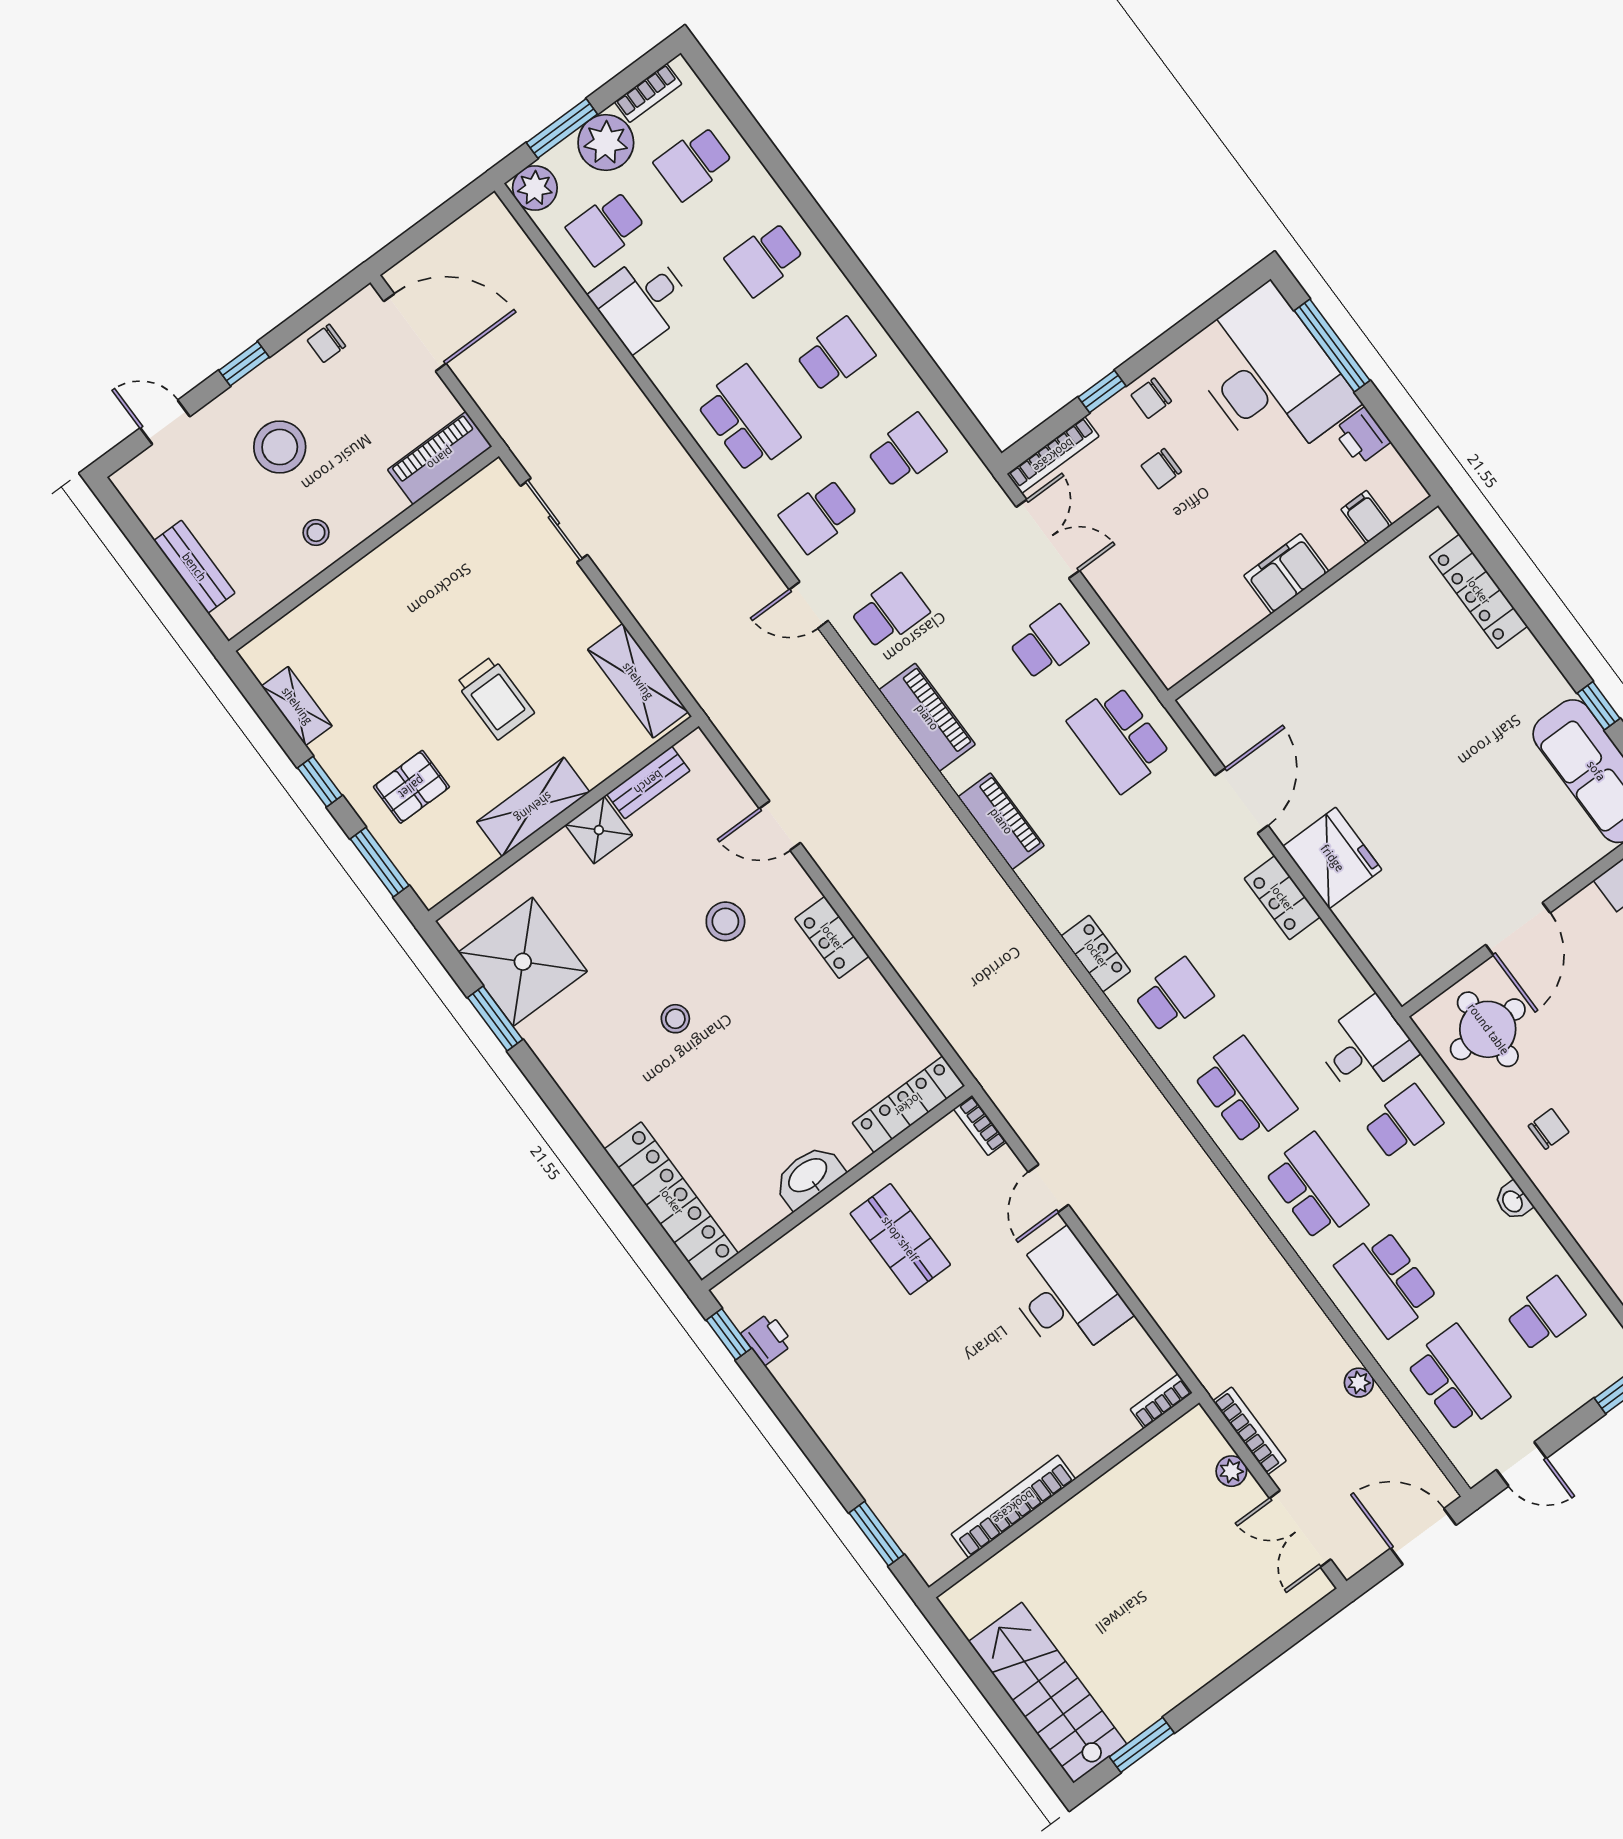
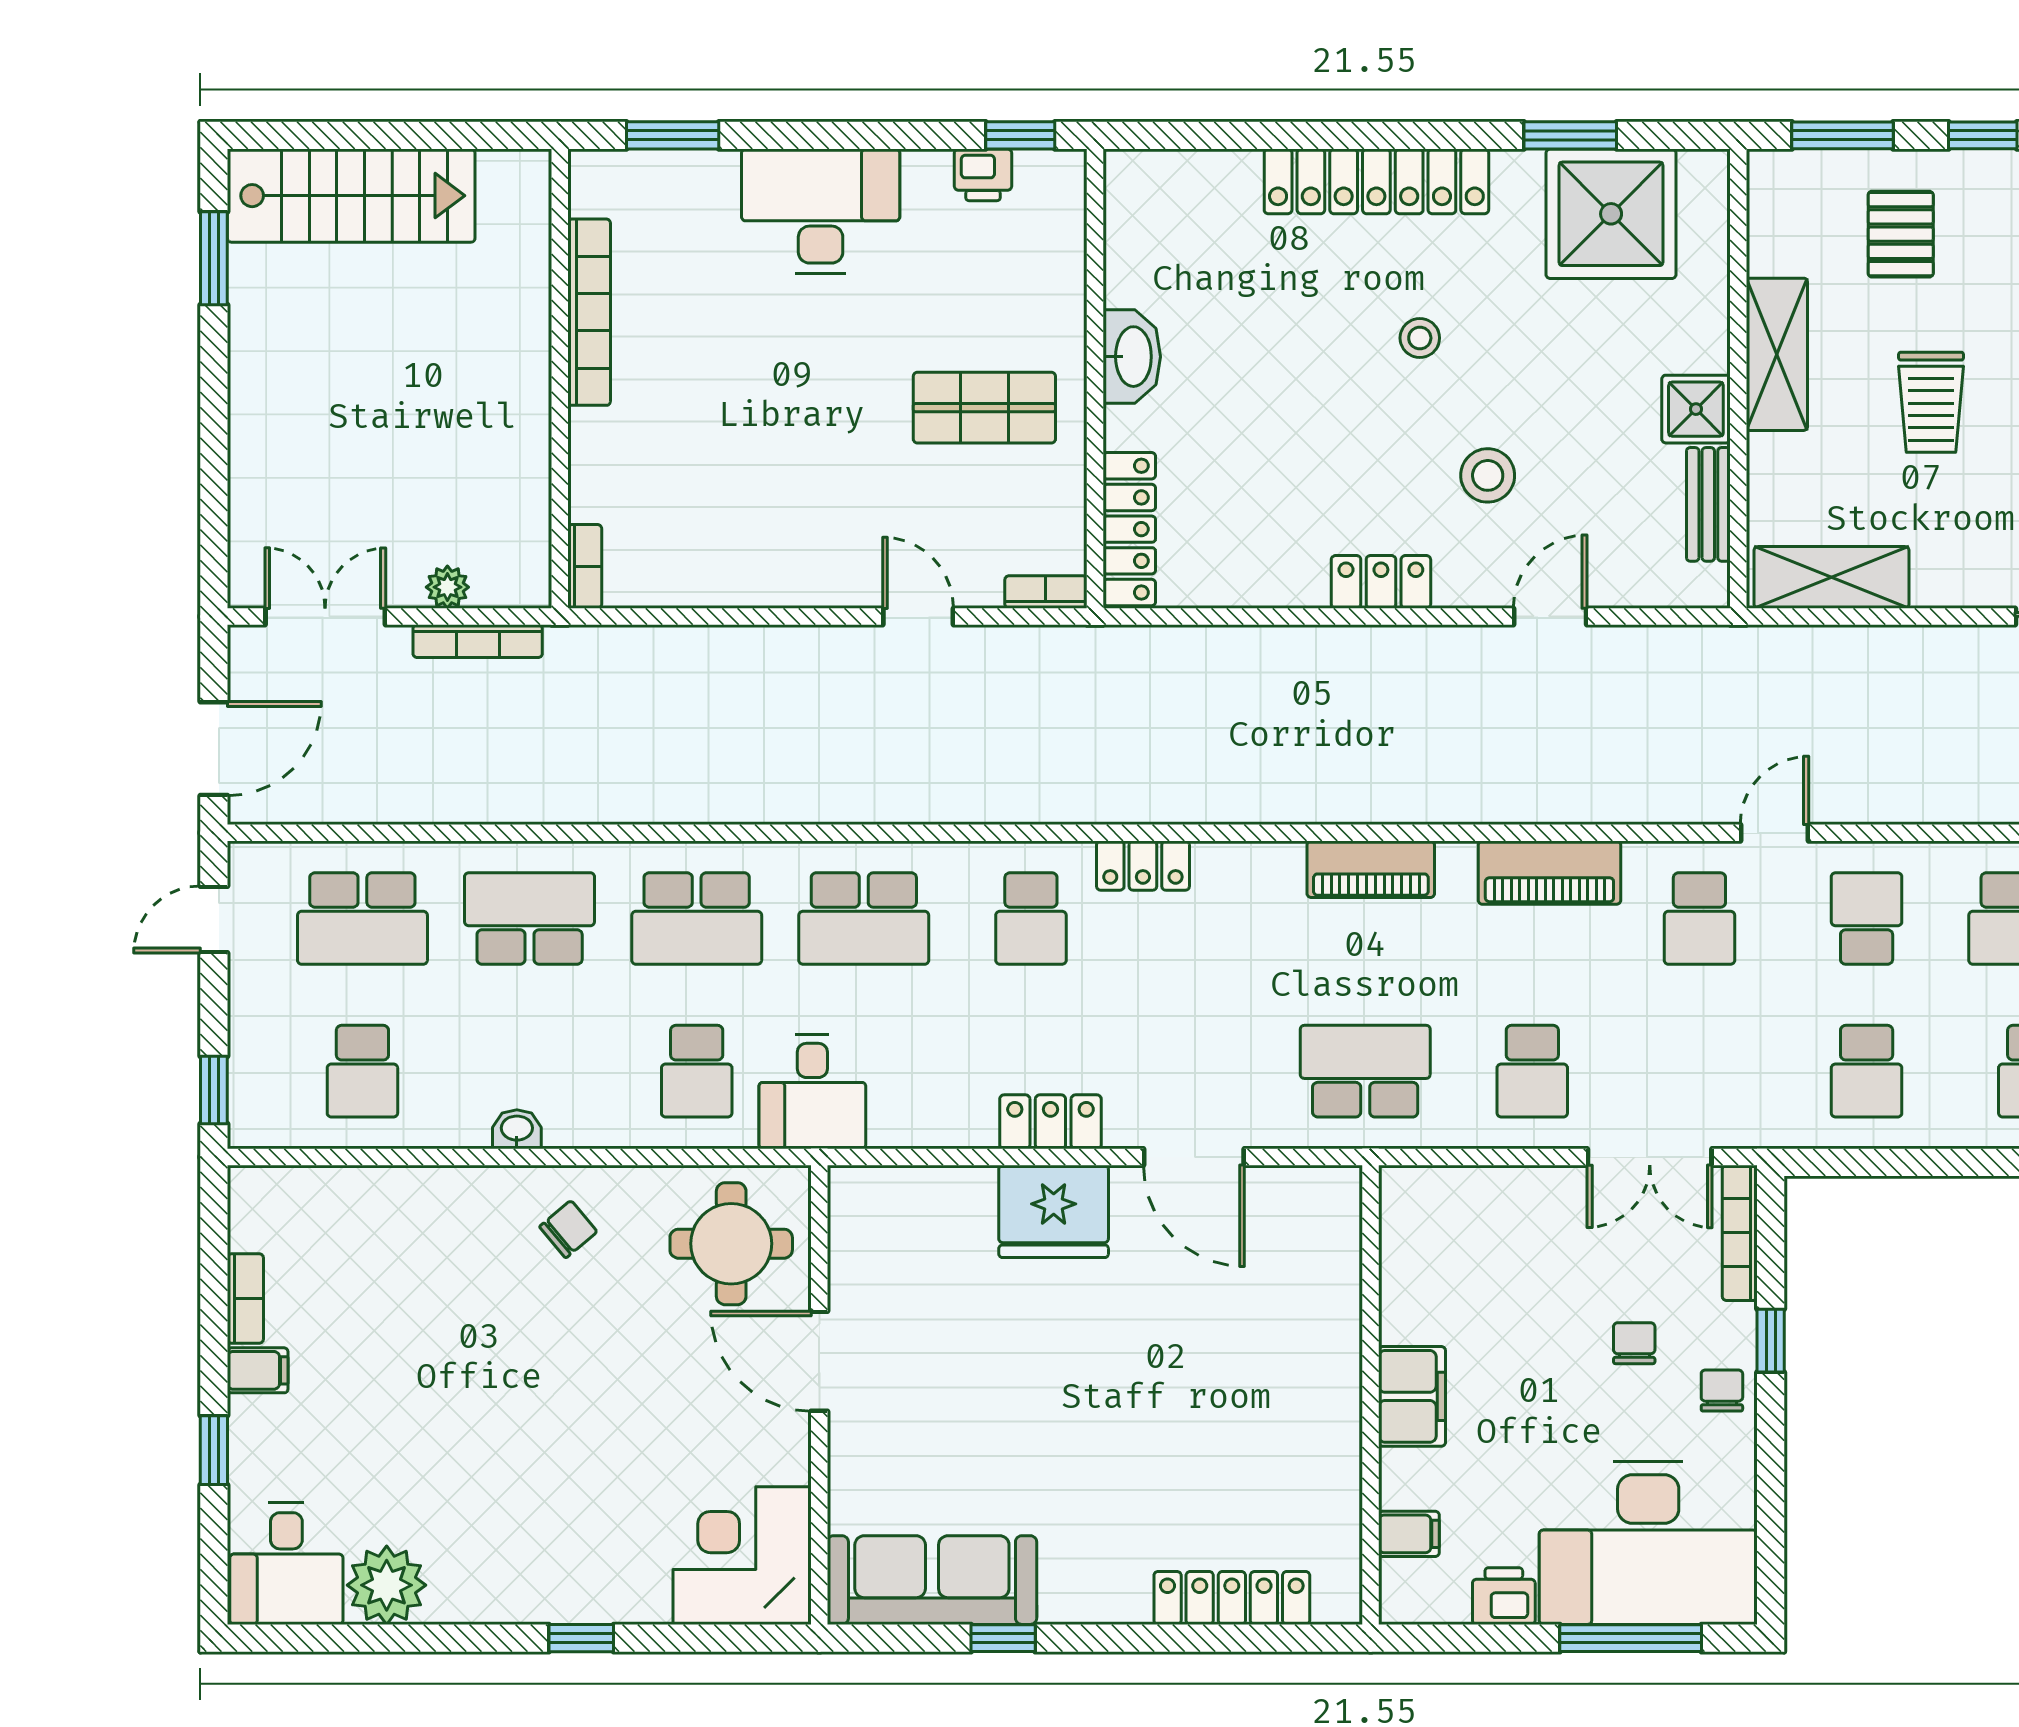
trolley: (495, 698) -> (1931, 402), turned -90
chair: (1549, 1129) -> (568, 1229), turned -130
locker: (671, 1201) -> (1376, 181), moved
desk: (1066, 1296) -> (821, 211), moved, turned 180
plant: (1359, 1383) -> (441, 804), removed

